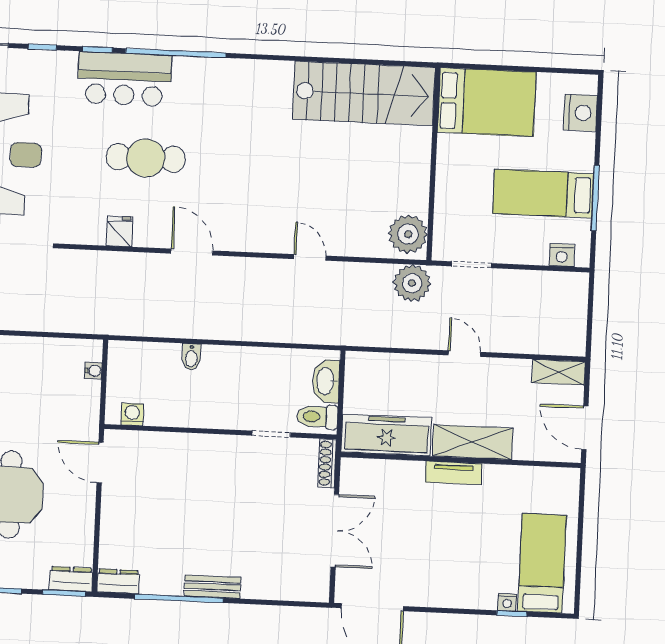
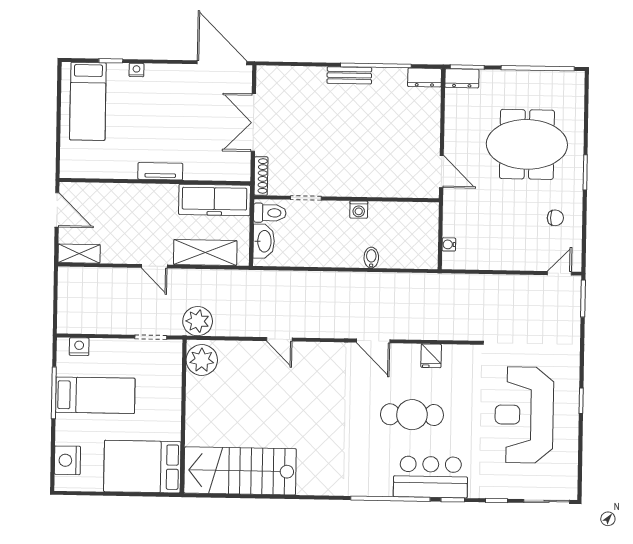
washing machine: (132, 414) -> (359, 210), moved
shelving: (473, 442) -> (205, 253), moved
nightstand: (507, 602) -> (136, 70), moved

